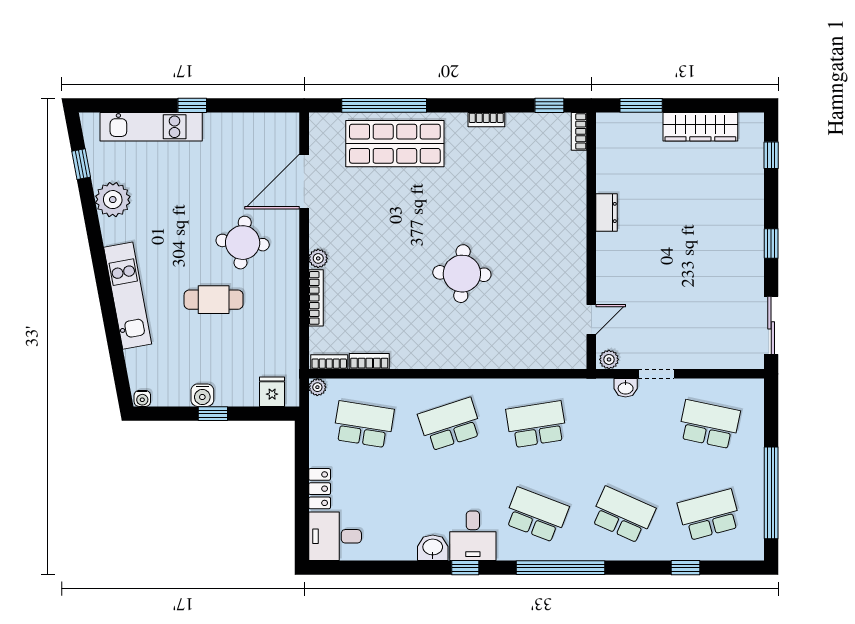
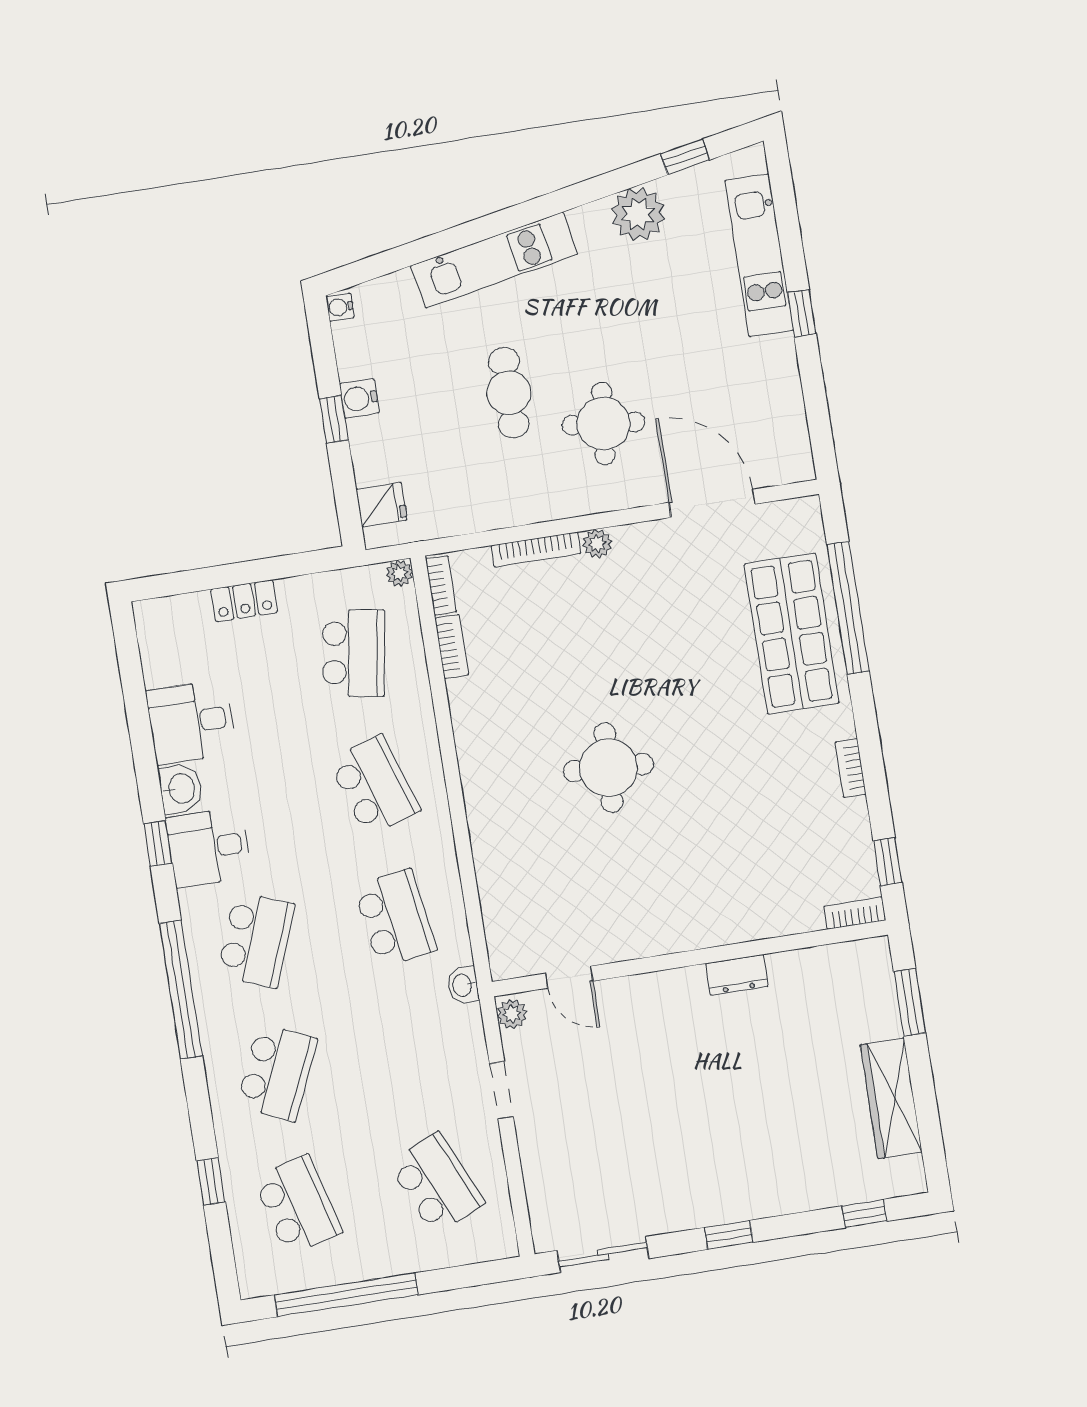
washbasin: (626, 388) -> (463, 985), moved
school desk: (709, 424) -> (437, 1183), turned -36
desk: (335, 536) -> (191, 722), moved, turned -90

